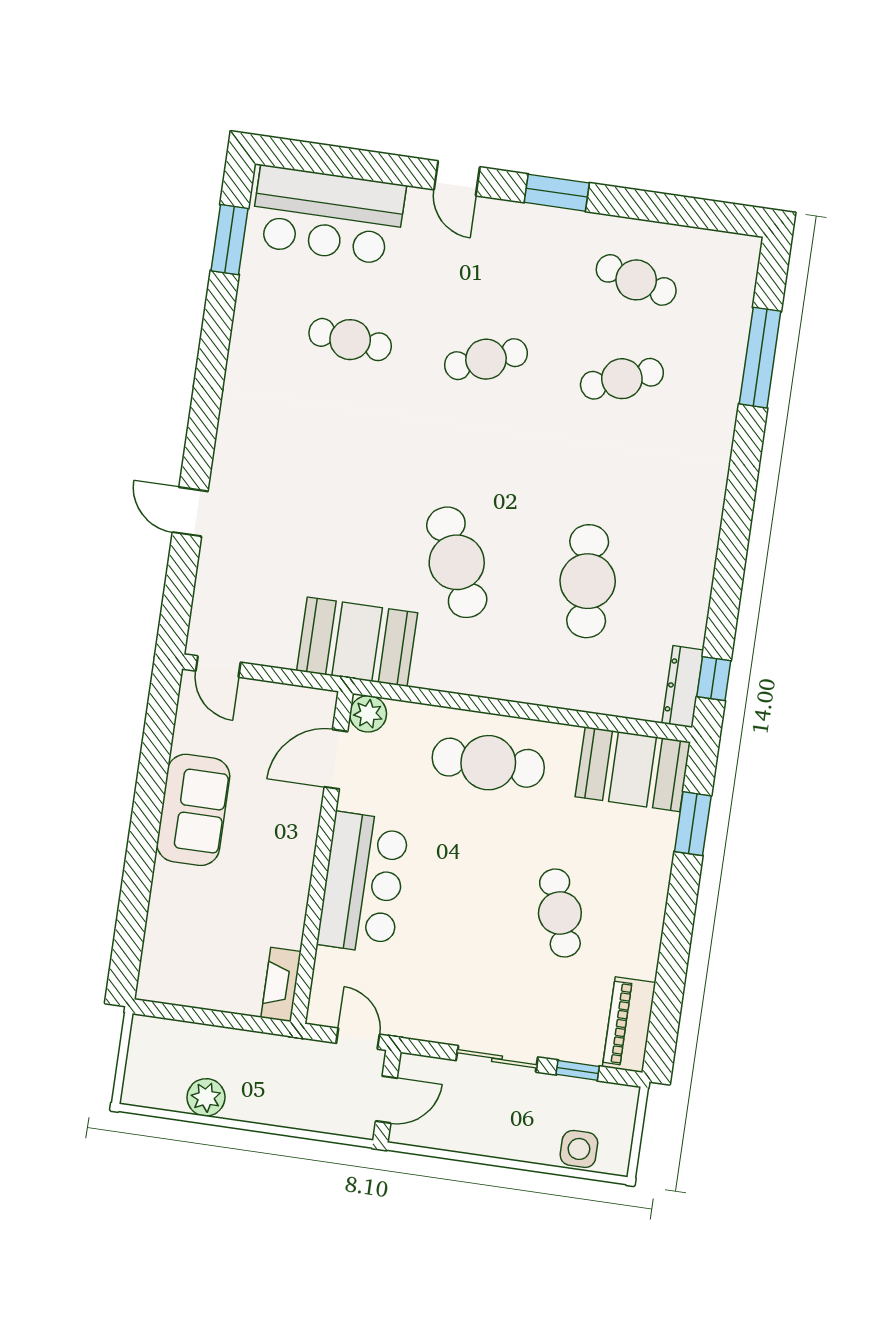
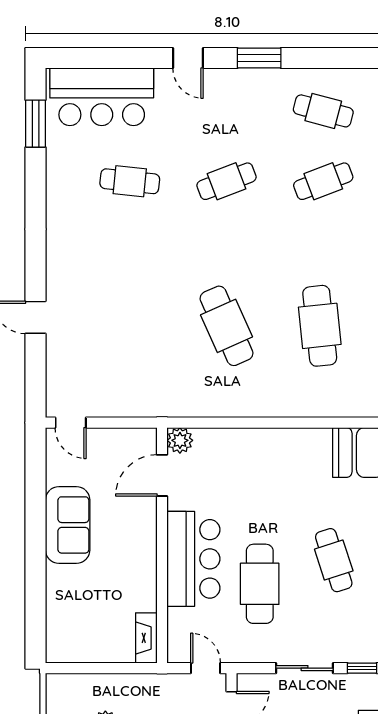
booth: (357, 642) -> (165, 391), removed
cafe table: (488, 763) -> (260, 584), moved, turned 90

